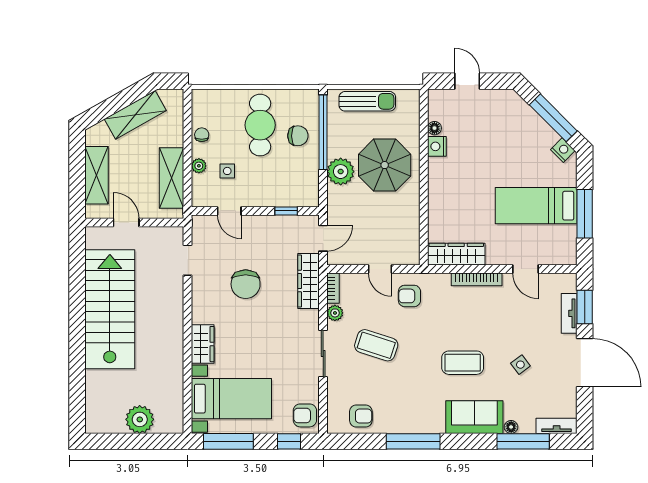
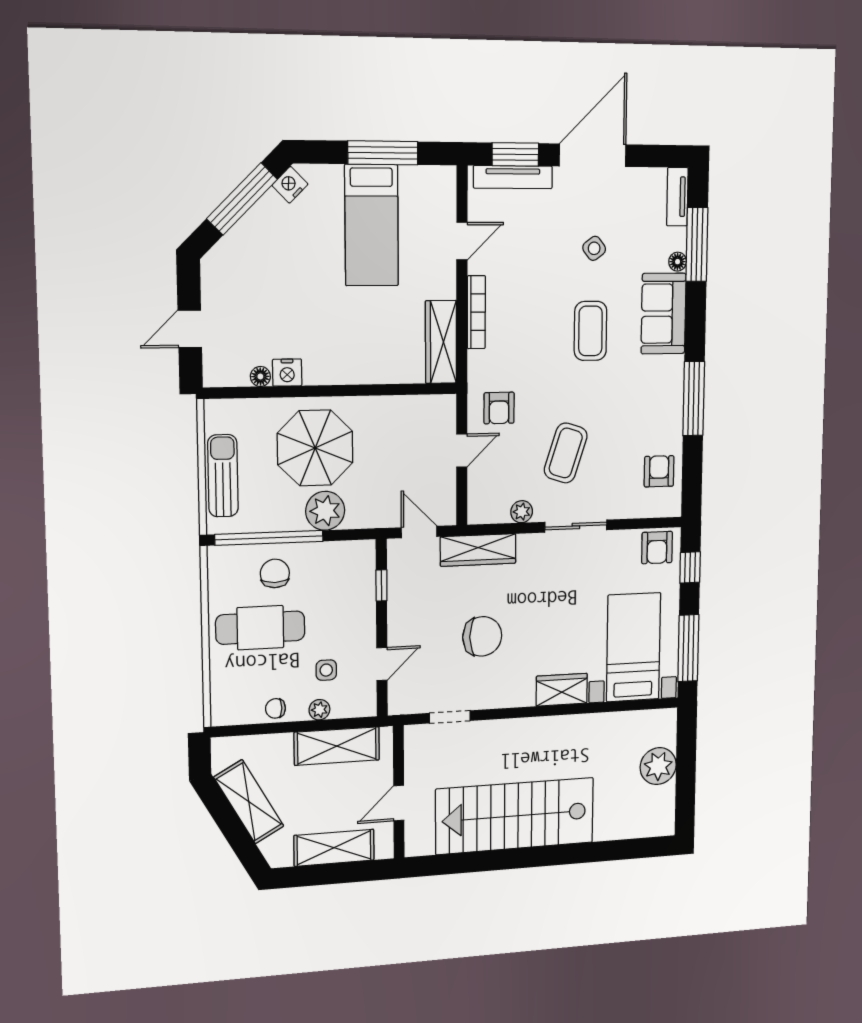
bookcase: (333, 288) -> (488, 516), removed
tv unit: (569, 313) -> (513, 177), width x1.41

